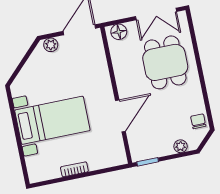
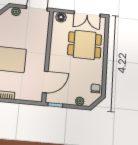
dining table: (165, 62) -> (85, 45), turned 90
door: (120, 116) -> (45, 82), moved

